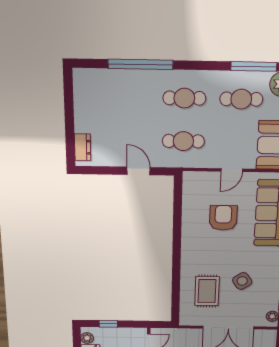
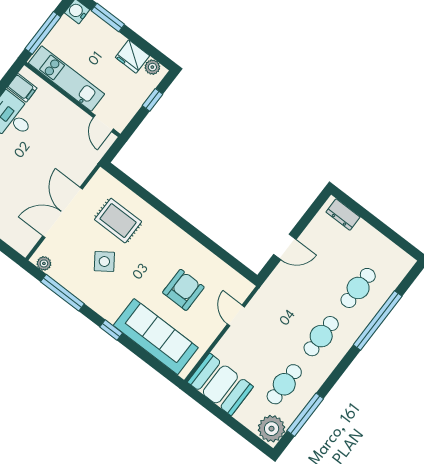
cafe table: (183, 141) -> (358, 288), moved
door: (232, 170) -> (236, 316), moved
armchair: (223, 218) -> (183, 290), turned -90

